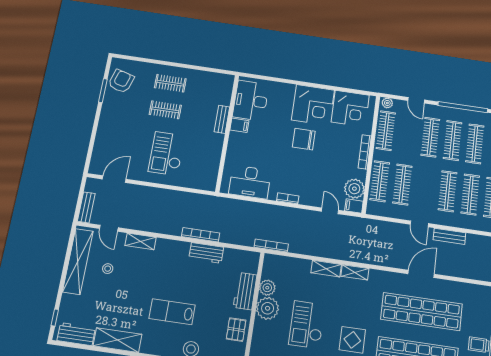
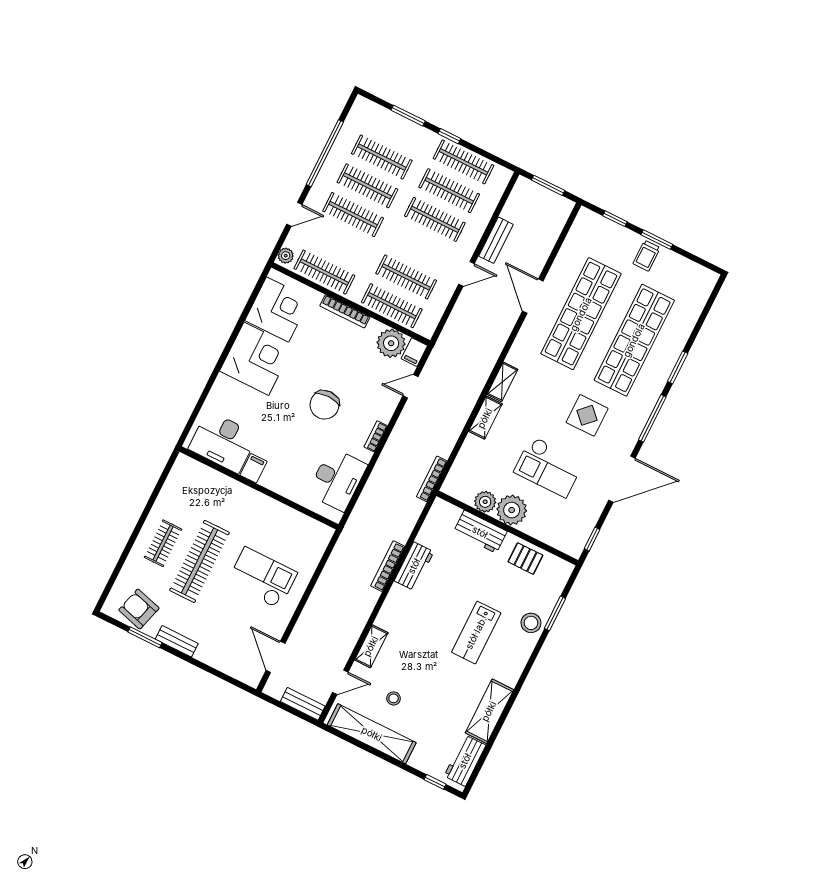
clothes rail: (165, 110) -> (199, 561), width x1.86, depth x1.31
bench: (222, 119) -> (177, 641), moved
chair: (304, 139) -> (325, 405), moved
checkout: (166, 154) -> (262, 578), turned 180

